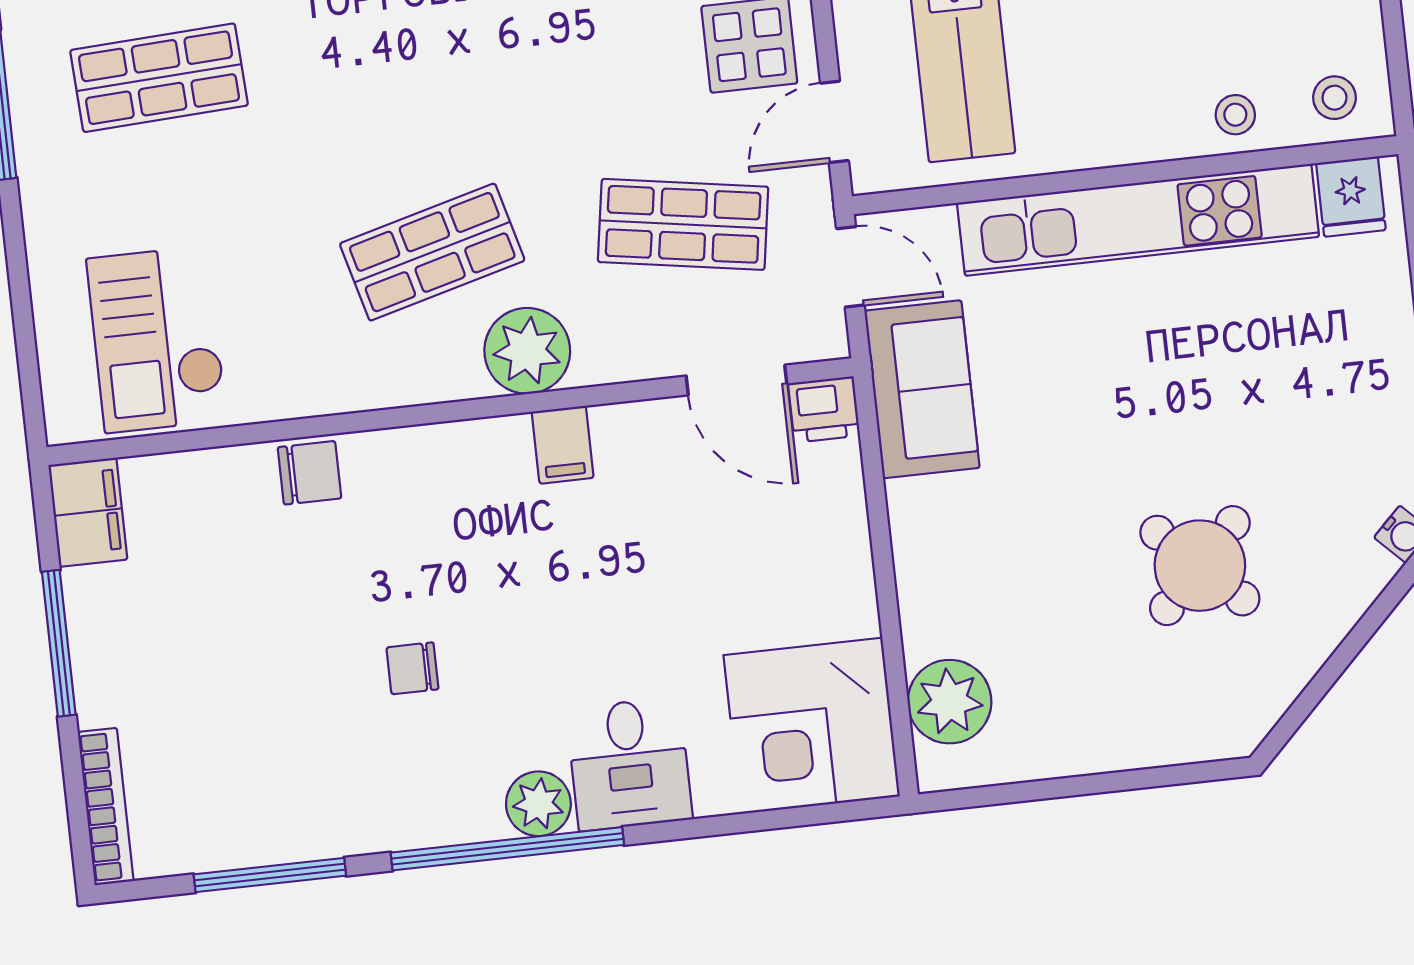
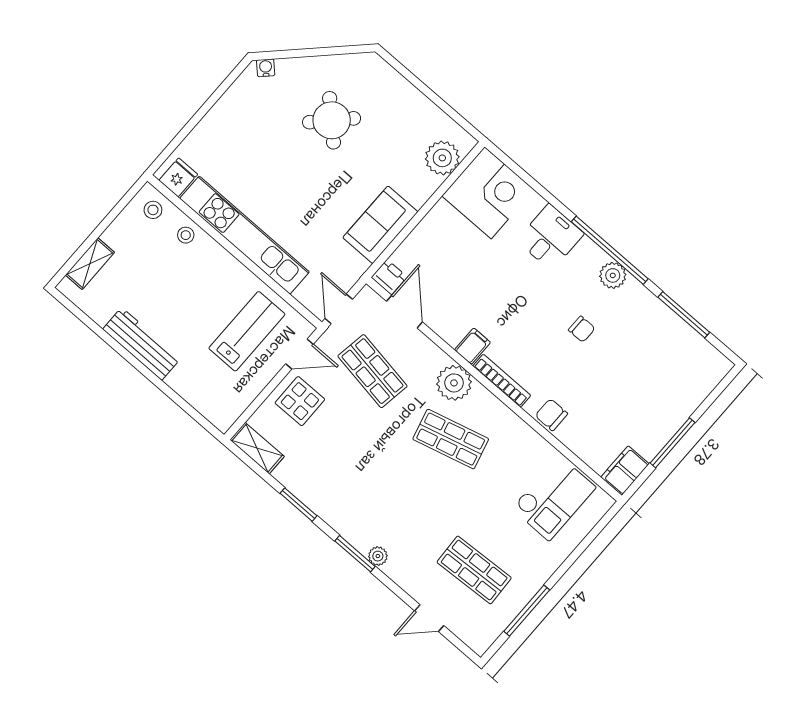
sofa: (922, 389) -> (380, 225), moved
plant: (538, 804) -> (613, 275), moved
bookcase: (106, 807) -> (502, 381), moved, turned 90

